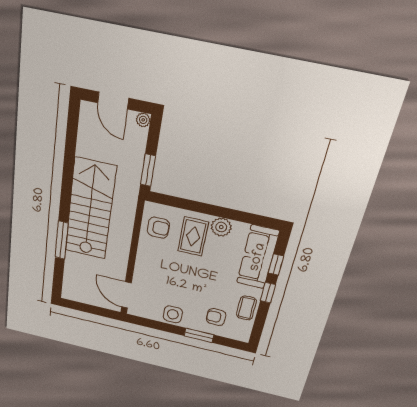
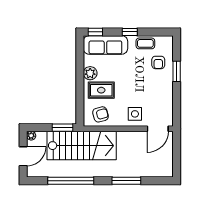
window: (69, 165) -> (71, 181), added
stairs: (90, 209) -> (82, 146), moved, turned 180
armchair: (158, 228) -> (101, 114), turned 75
window: (276, 265) -> (95, 32), moved
side table: (173, 314) -> (135, 114), moved

